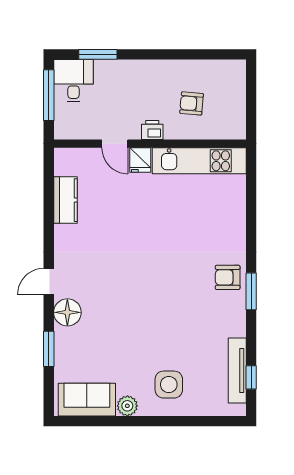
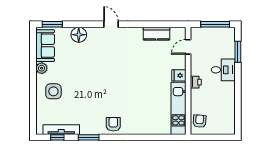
desk: (73, 81) -> (223, 70), moved
armchair: (192, 103) -> (200, 121), moved
door: (115, 144) -> (188, 47), moved
window: (251, 291) -> (89, 137), moved
floor lamp: (67, 312) -> (79, 35), moved
window: (49, 349) -> (52, 24), moved

